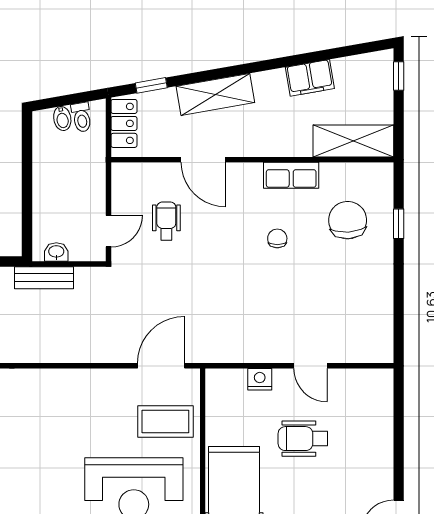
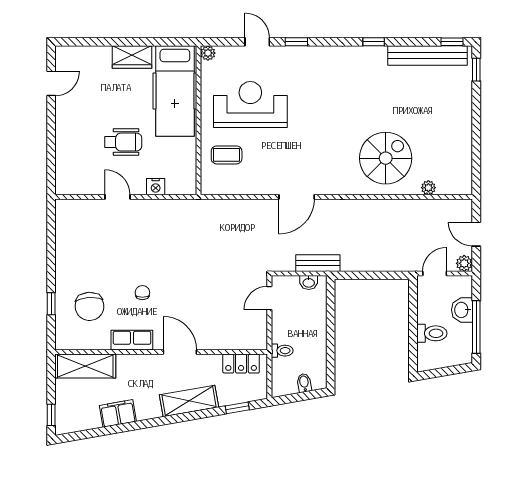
toilet: (82, 117) -> (282, 351), moved, turned 100
locker: (124, 123) -> (241, 364), moved, turned -90
door: (203, 160) -> (180, 352), moved
wheelchair: (166, 221) -> (226, 306), removed
chair: (277, 238) -> (142, 293), turned 180
door: (161, 366) -> (297, 197), moved
coffee table: (165, 421) -> (227, 155), width x0.73, depth x0.77

